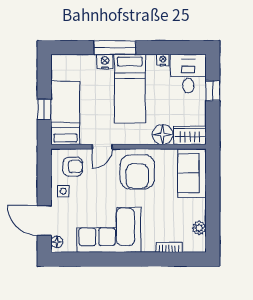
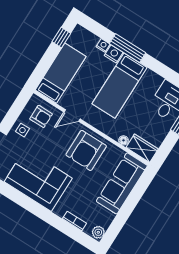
nightstand: (163, 60) -> (103, 45), moved
window: (44, 109) -> (61, 37), moved
floor lamp: (162, 135) -> (124, 140), width x0.53, depth x0.53
sofa: (192, 173) -> (122, 183), width x1.36
plant: (199, 228) -> (98, 232), moved

